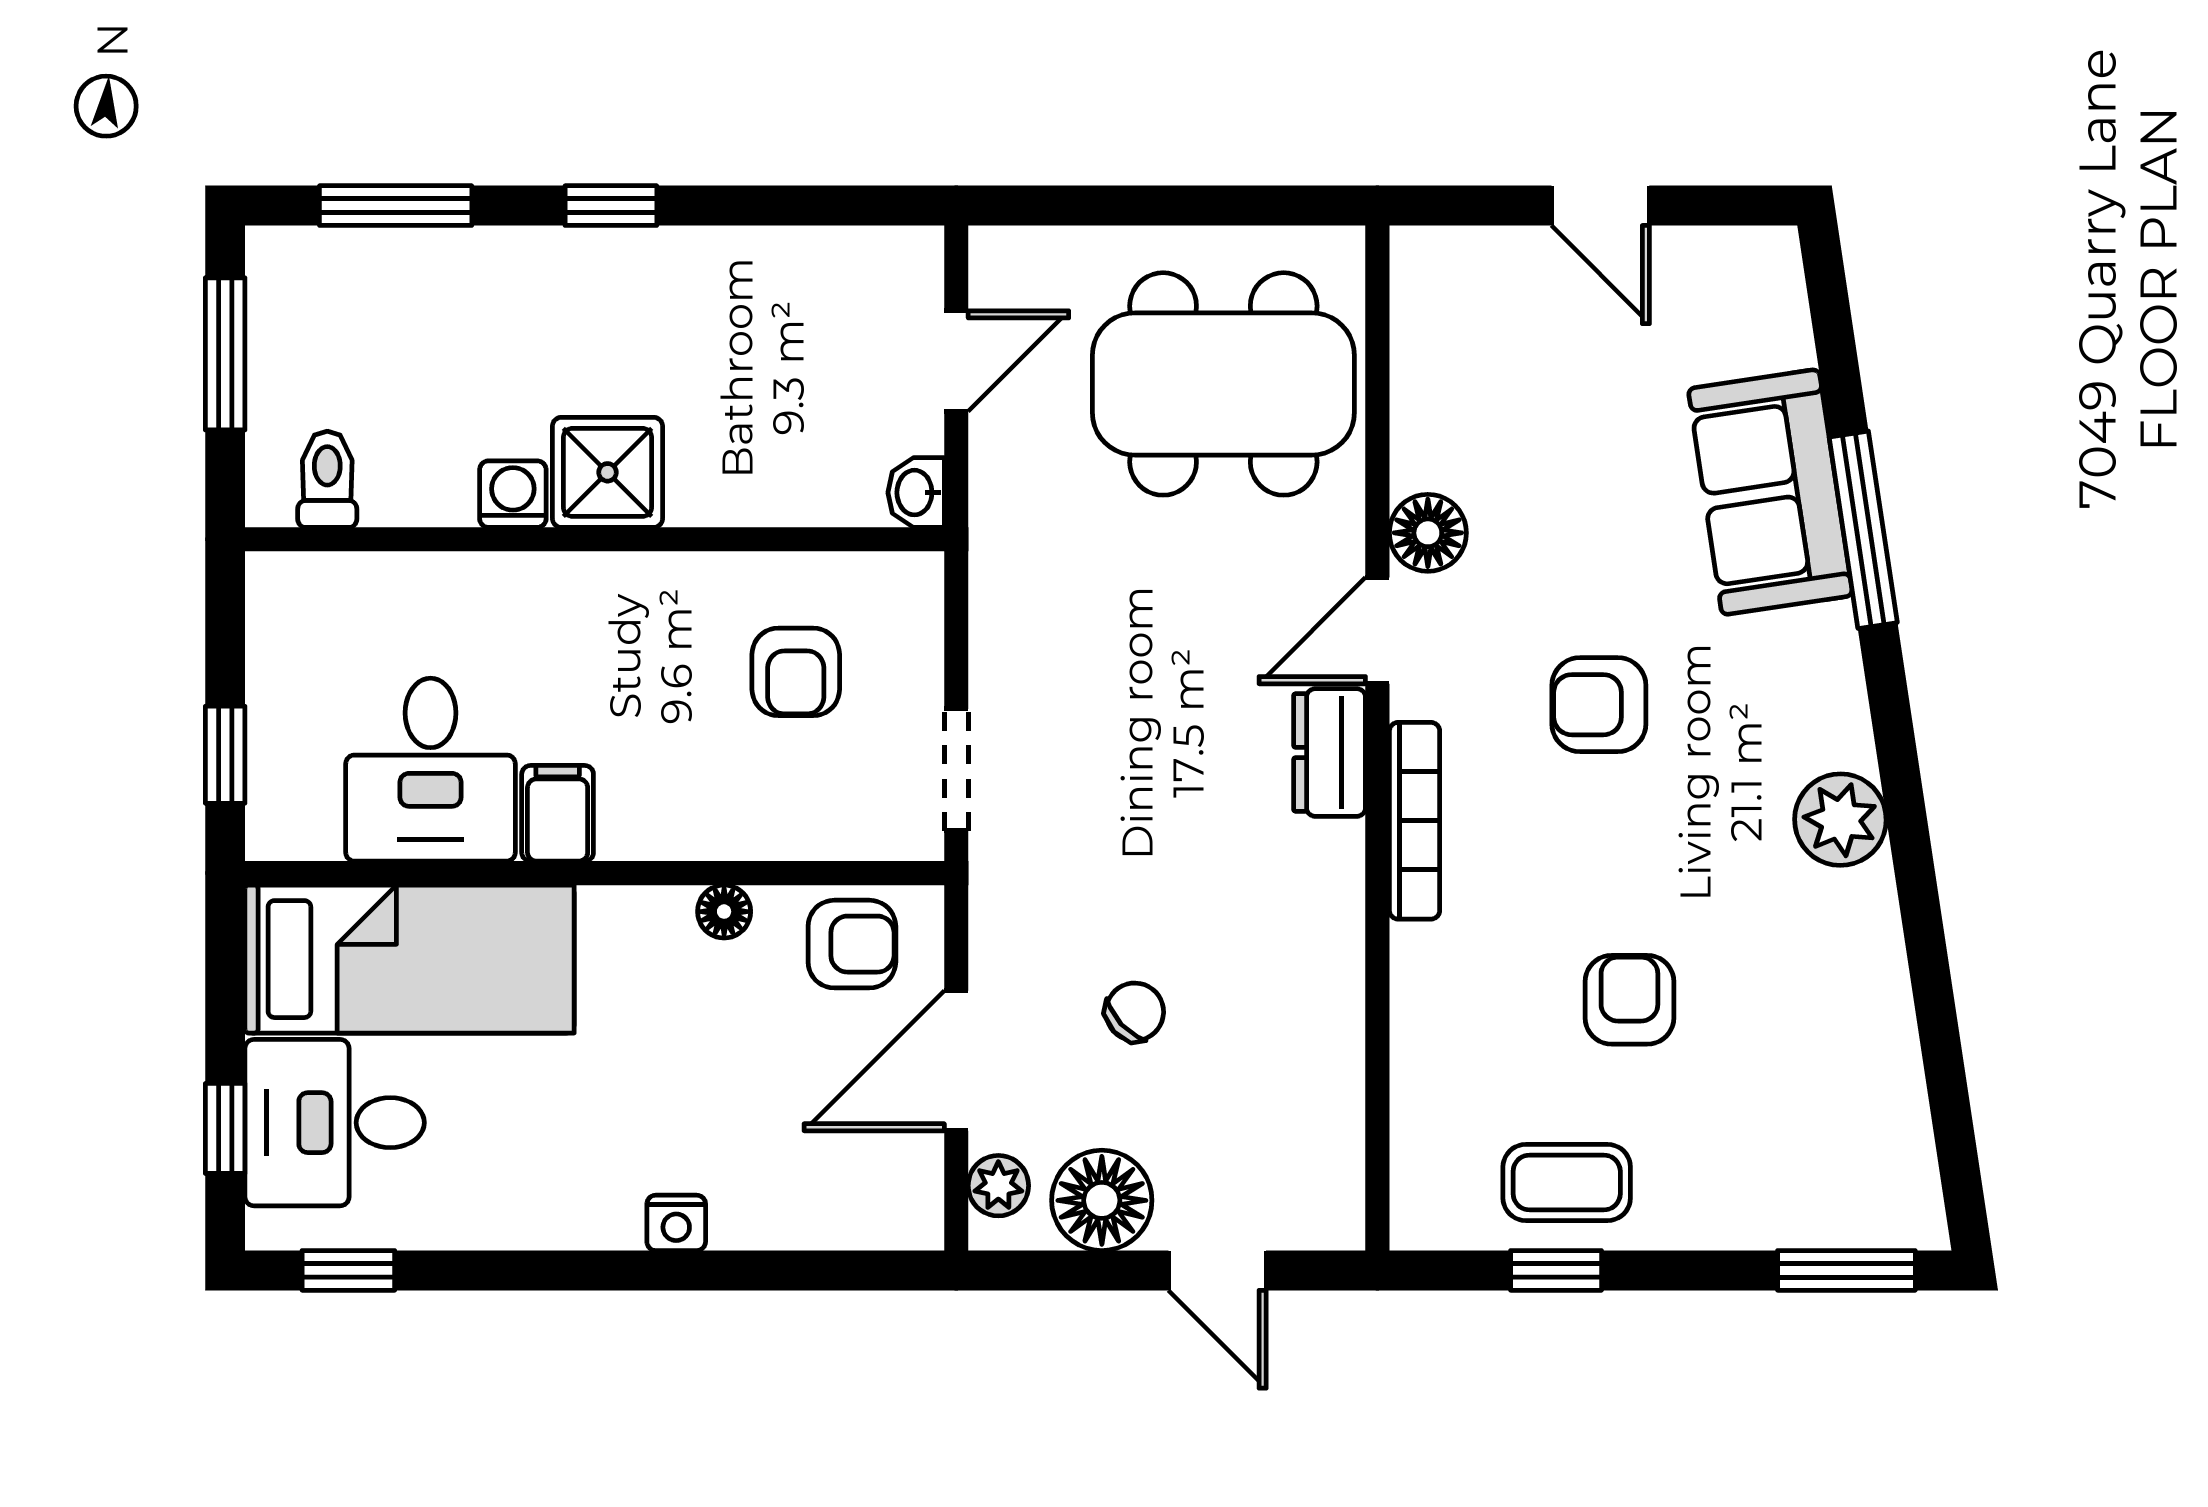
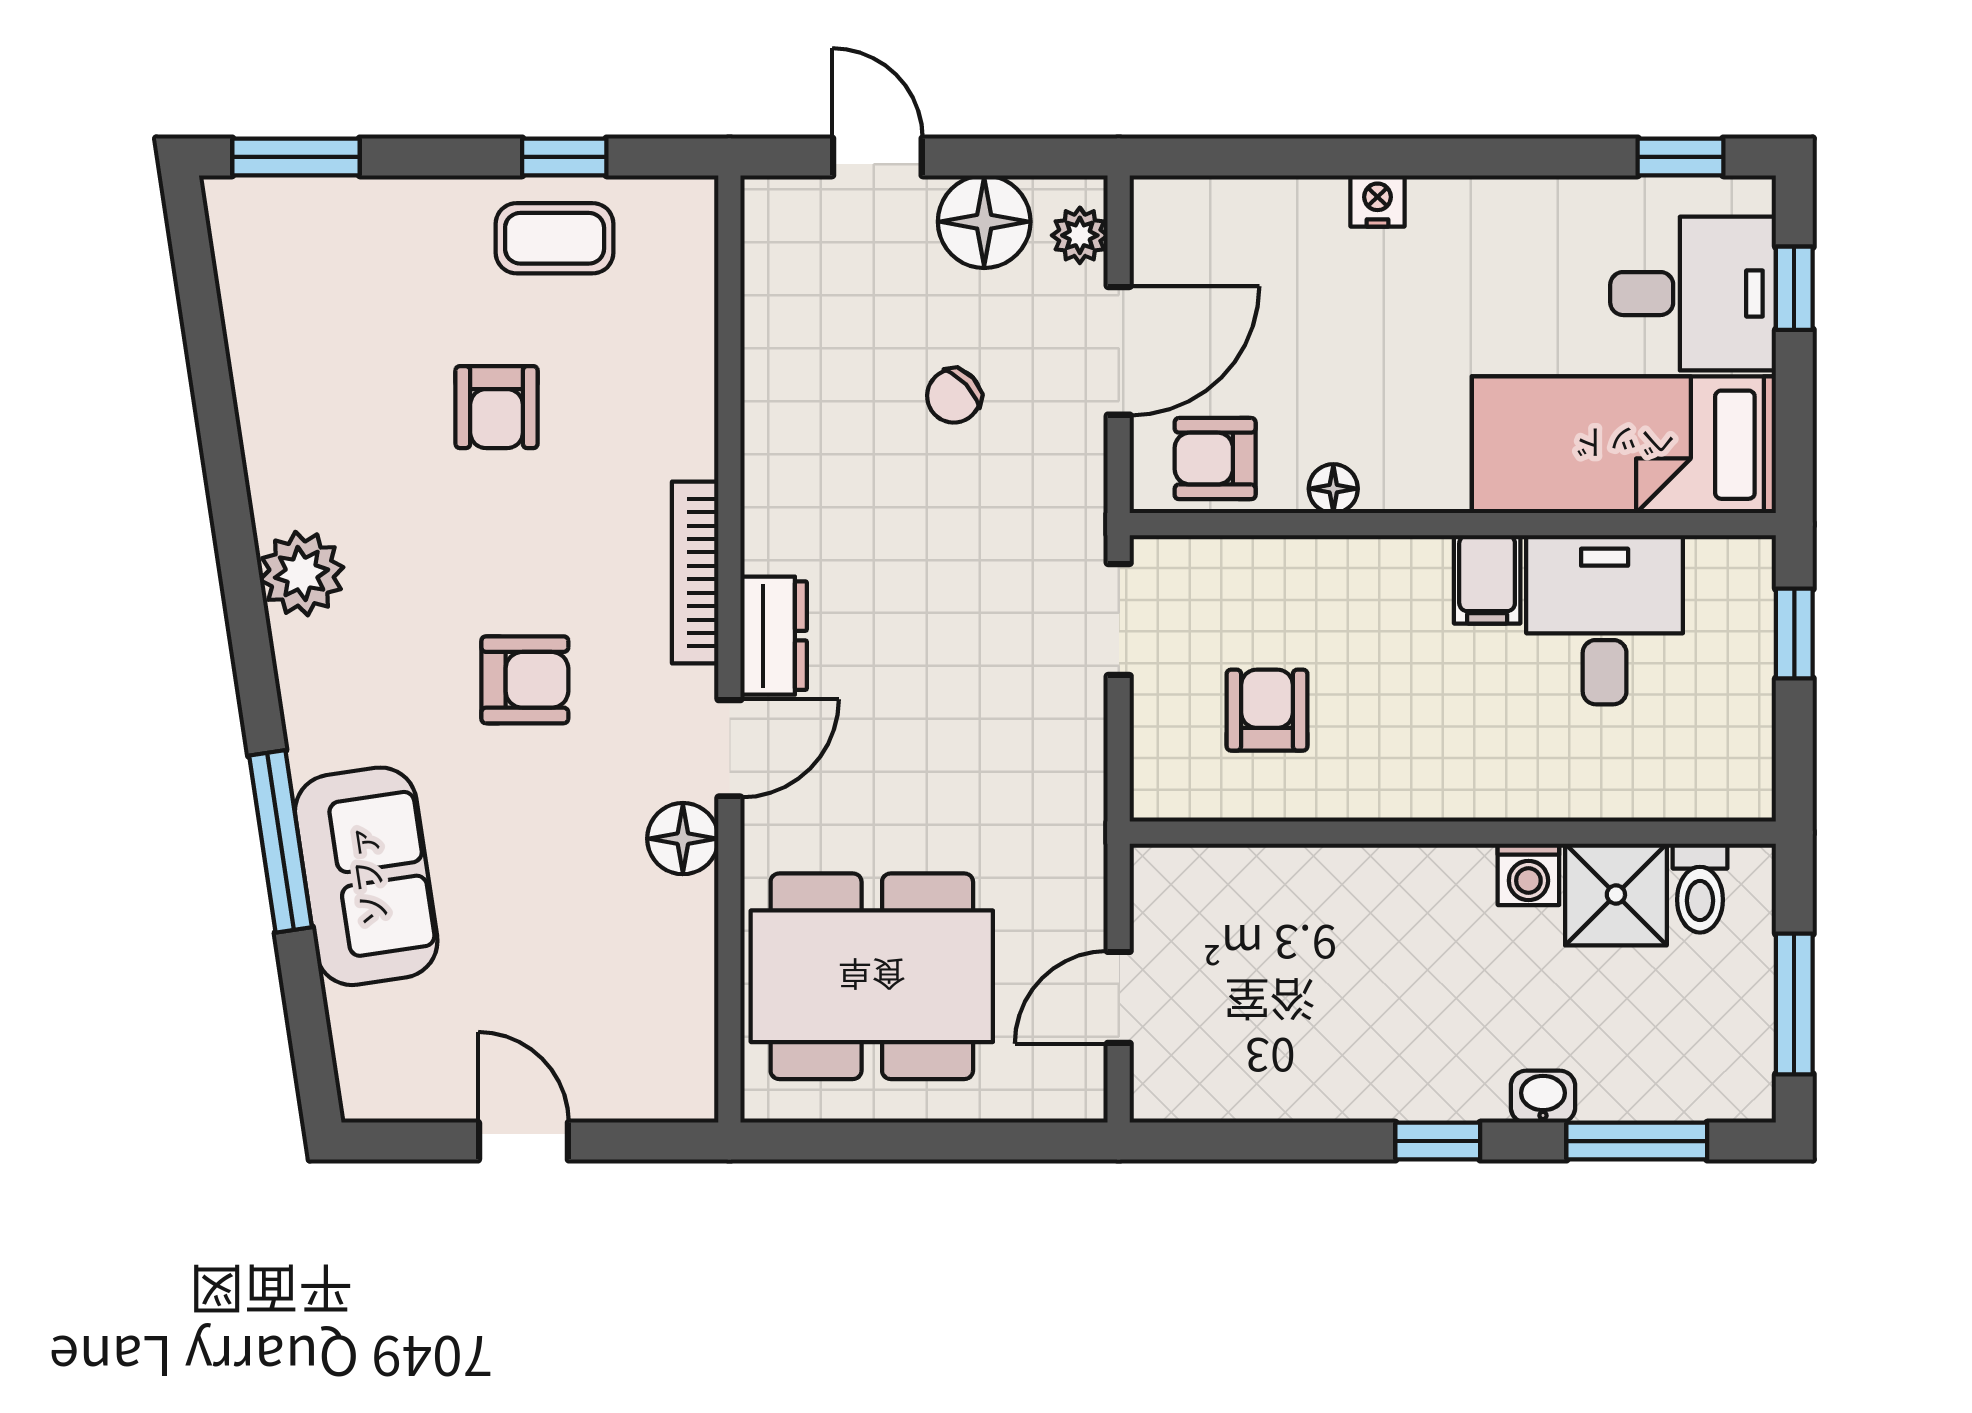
shower: (608, 472) -> (1616, 895), moved
washbasin: (916, 493) -> (1543, 1097), moved, turned -90

